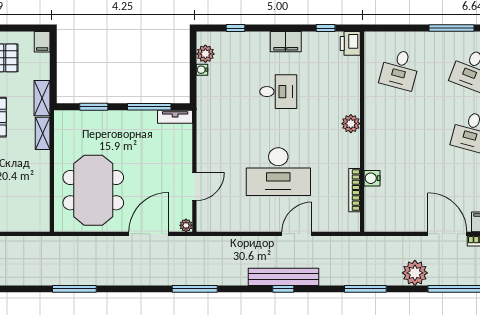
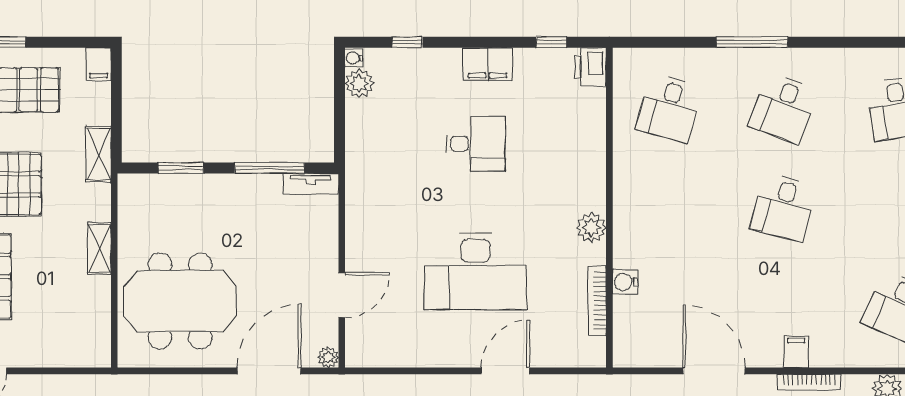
water cooler: (202, 70) -> (354, 58), moved
plant: (351, 124) -> (591, 227), moved
shelving: (43, 133) -> (99, 248), moved
meeting table: (93, 190) -> (180, 301), turned 90
door: (447, 234) -> (714, 371), moved

